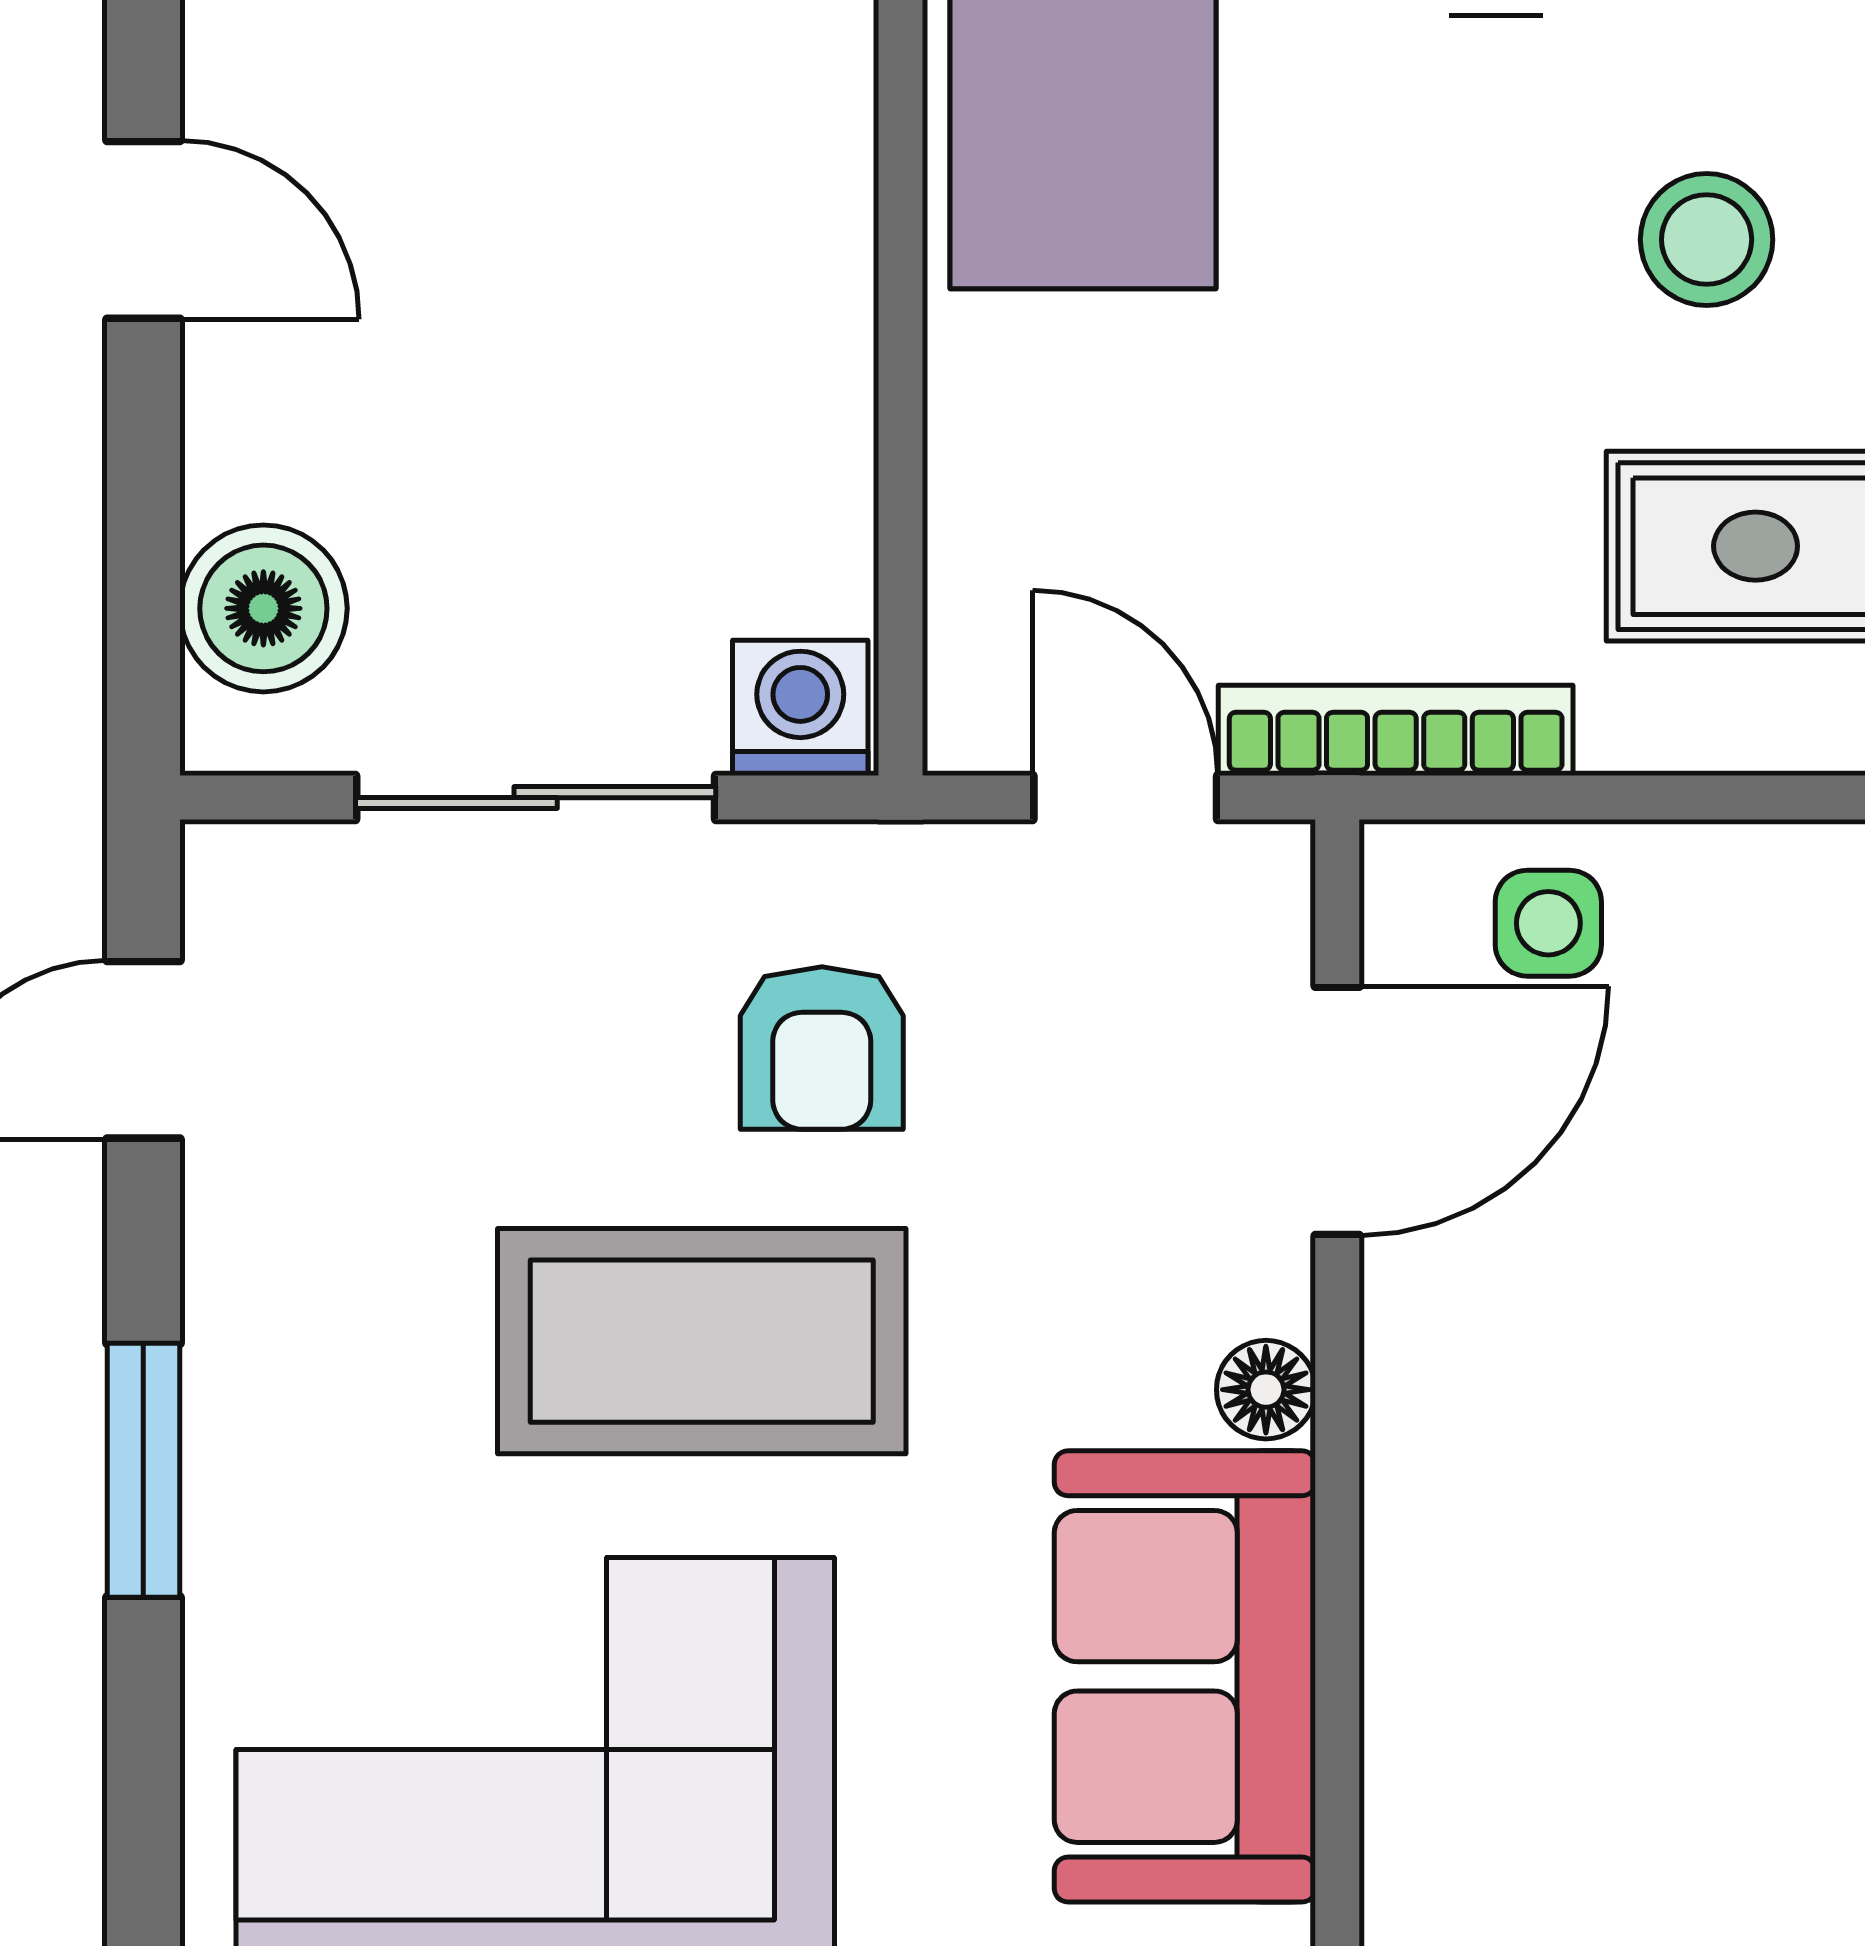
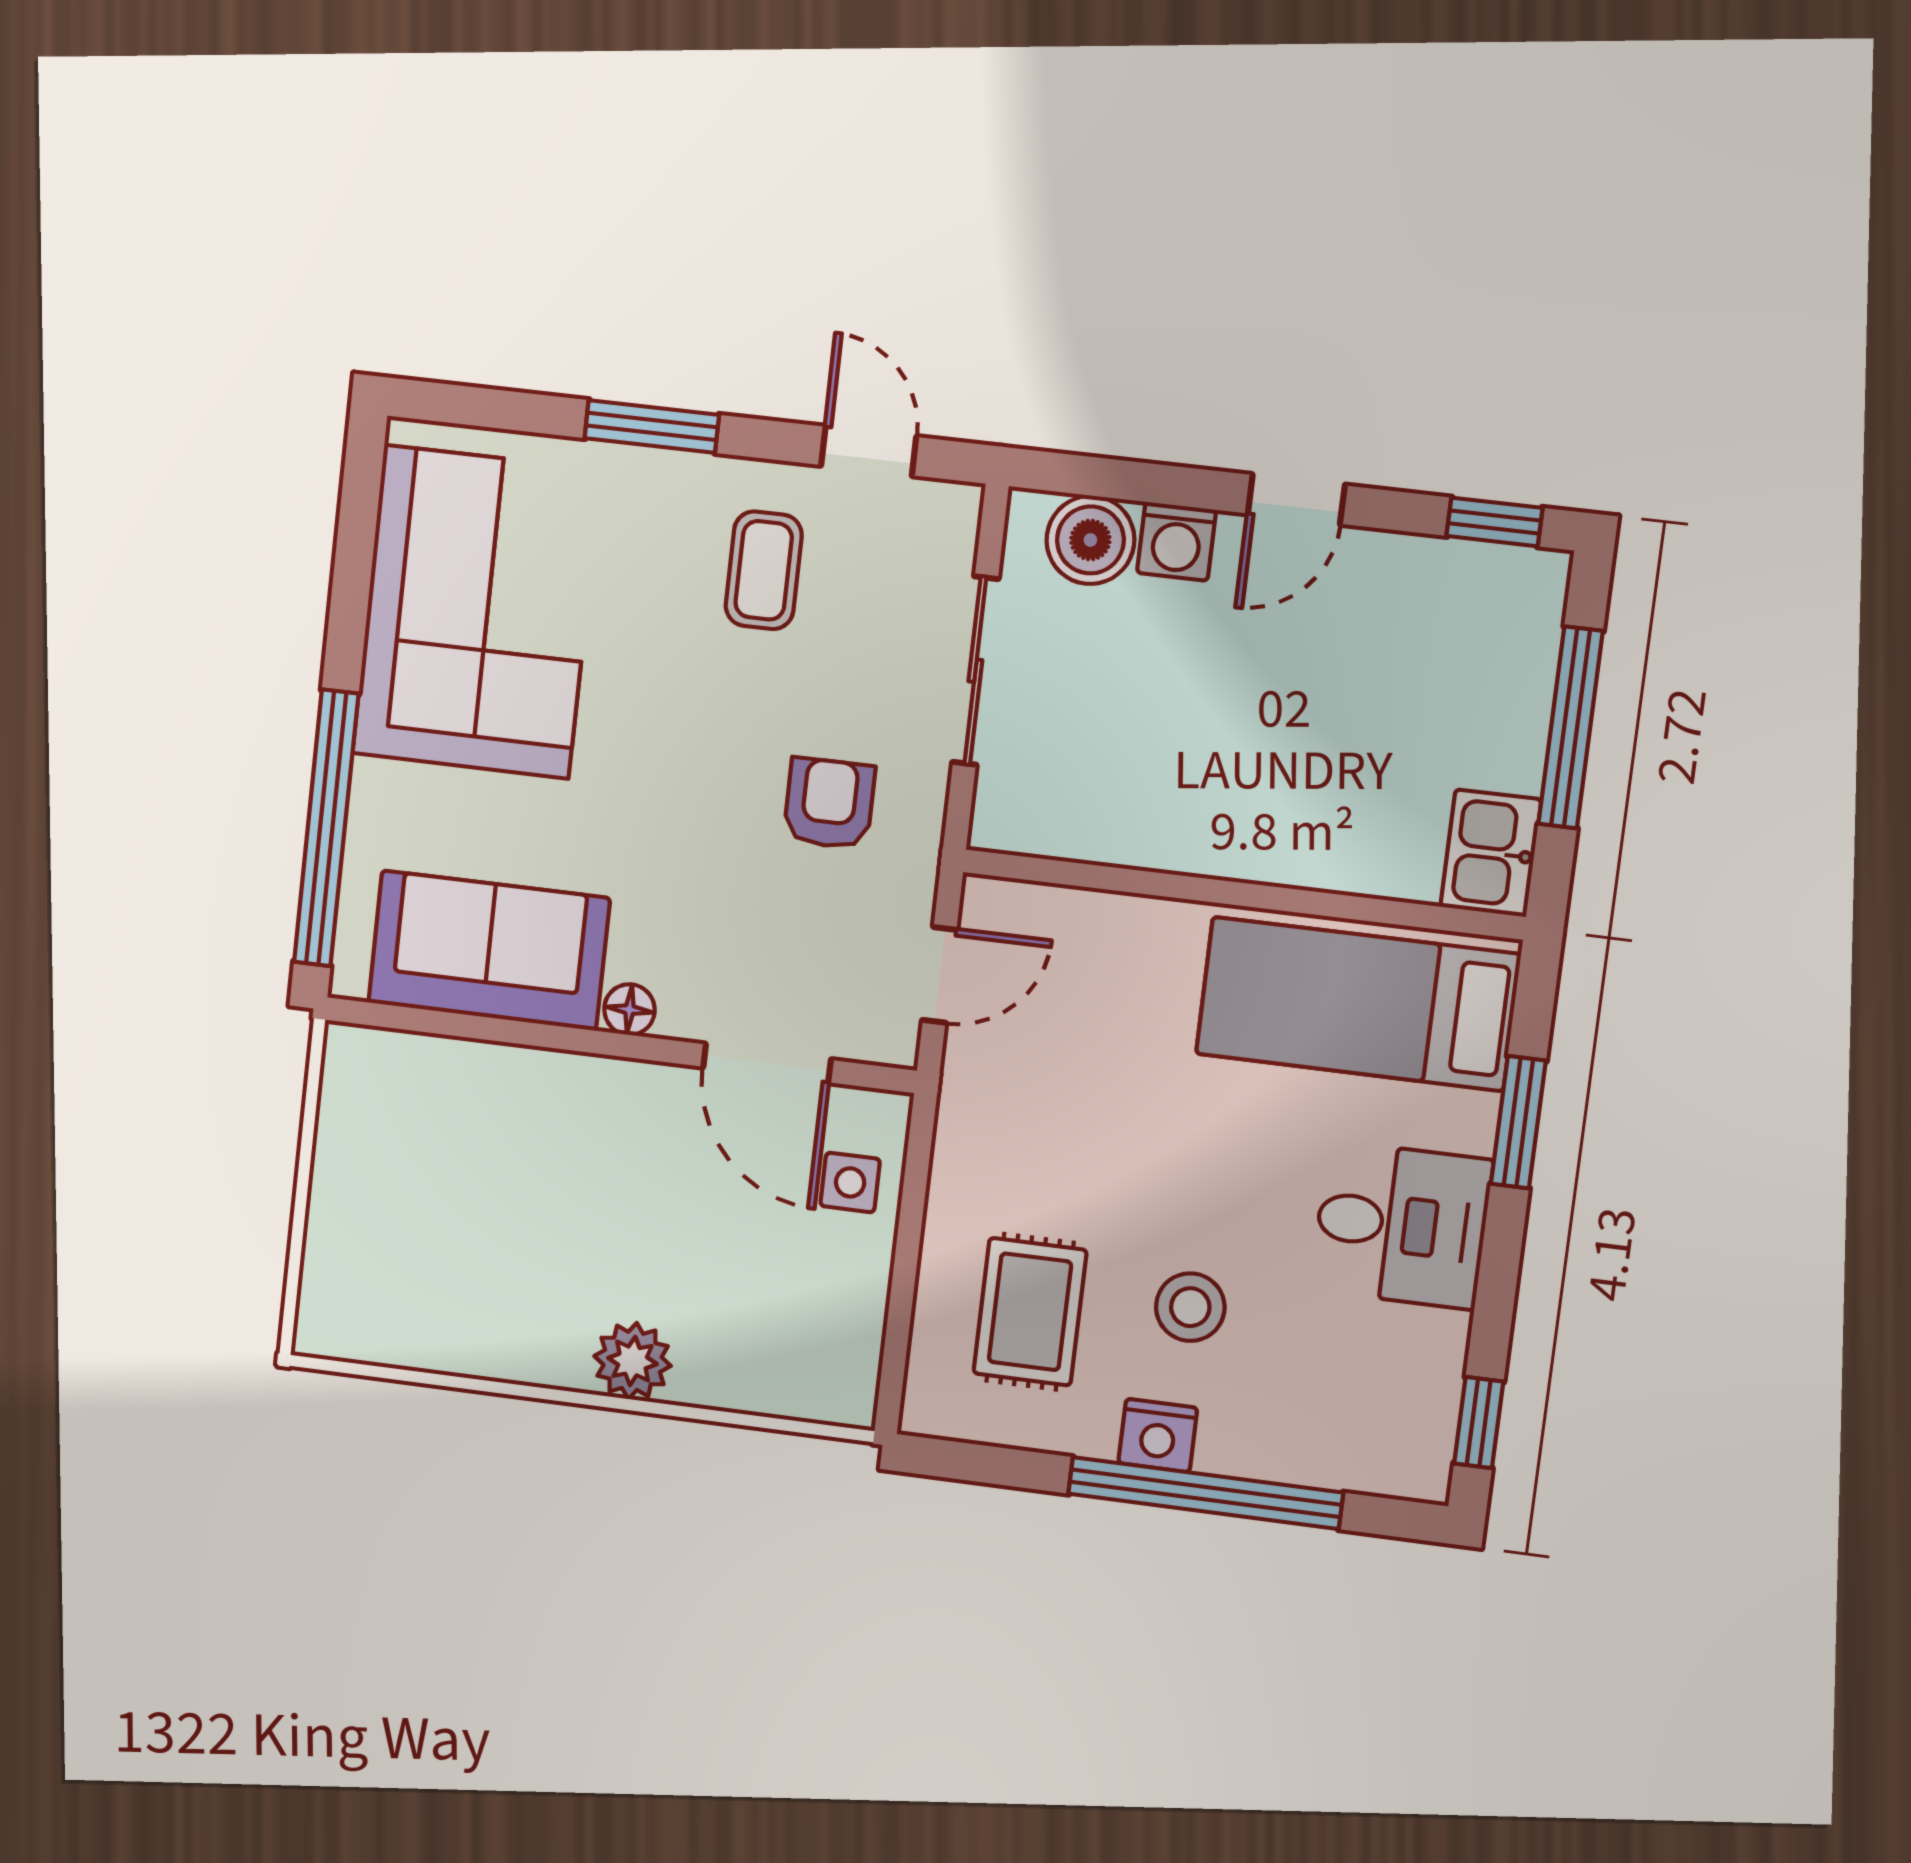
washing machine: (800, 708) -> (1176, 541), moved, turned 90
bookcase: (1396, 730) -> (958, 1117), removed
armchair: (822, 1048) -> (829, 803), turned 90
coffee table: (702, 1341) -> (764, 570), moved, width x0.54, depth x0.58

